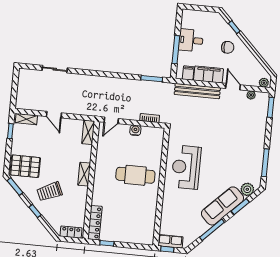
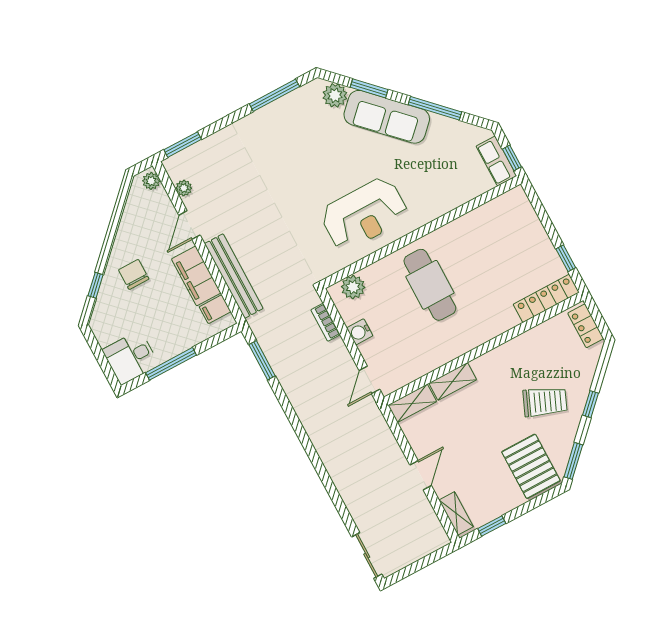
desk: (191, 40) -> (131, 357), moved, turned 90
window: (176, 50) -> (171, 364), moved
sliding door: (55, 69) -> (367, 556), moved
door: (111, 120) -> (369, 380), swing flipped
plant: (157, 141) -> (353, 287), added
shelving: (84, 174) -> (453, 381), moved
trolley: (50, 192) -> (545, 402), turned -43

